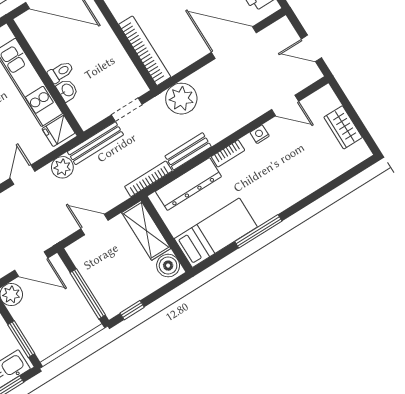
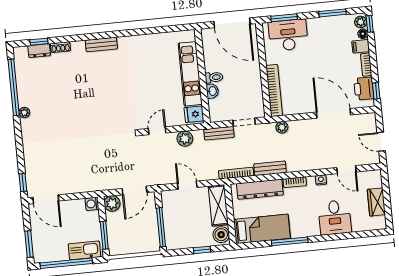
plant: (181, 99) -> (282, 127), width x0.53, depth x0.53
bench: (95, 143) -> (219, 133), width x0.73
desk: (300, 173) -> (335, 217), added
door: (31, 264) -> (134, 190), hinge flipped
window: (132, 310) -> (202, 250), moved

